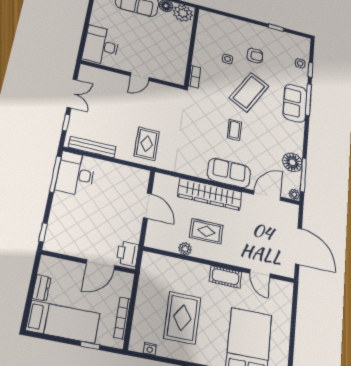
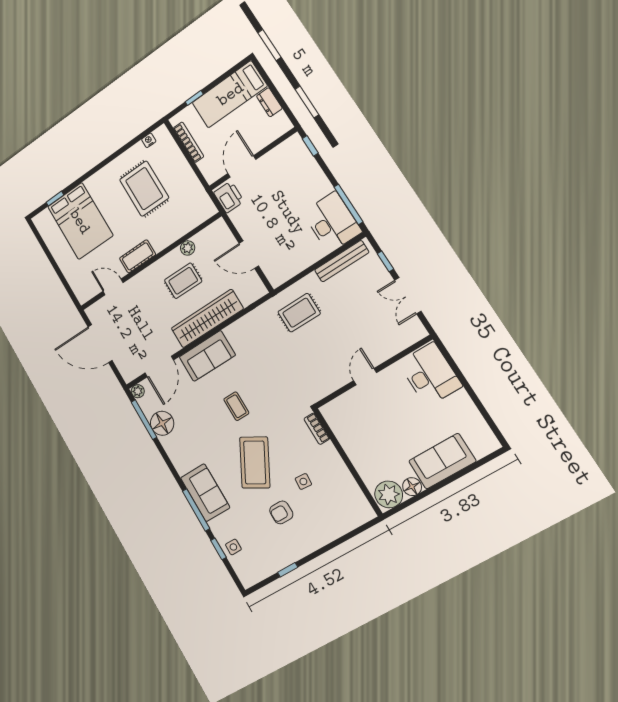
rug: (147, 144) -> (299, 313), turned 90

